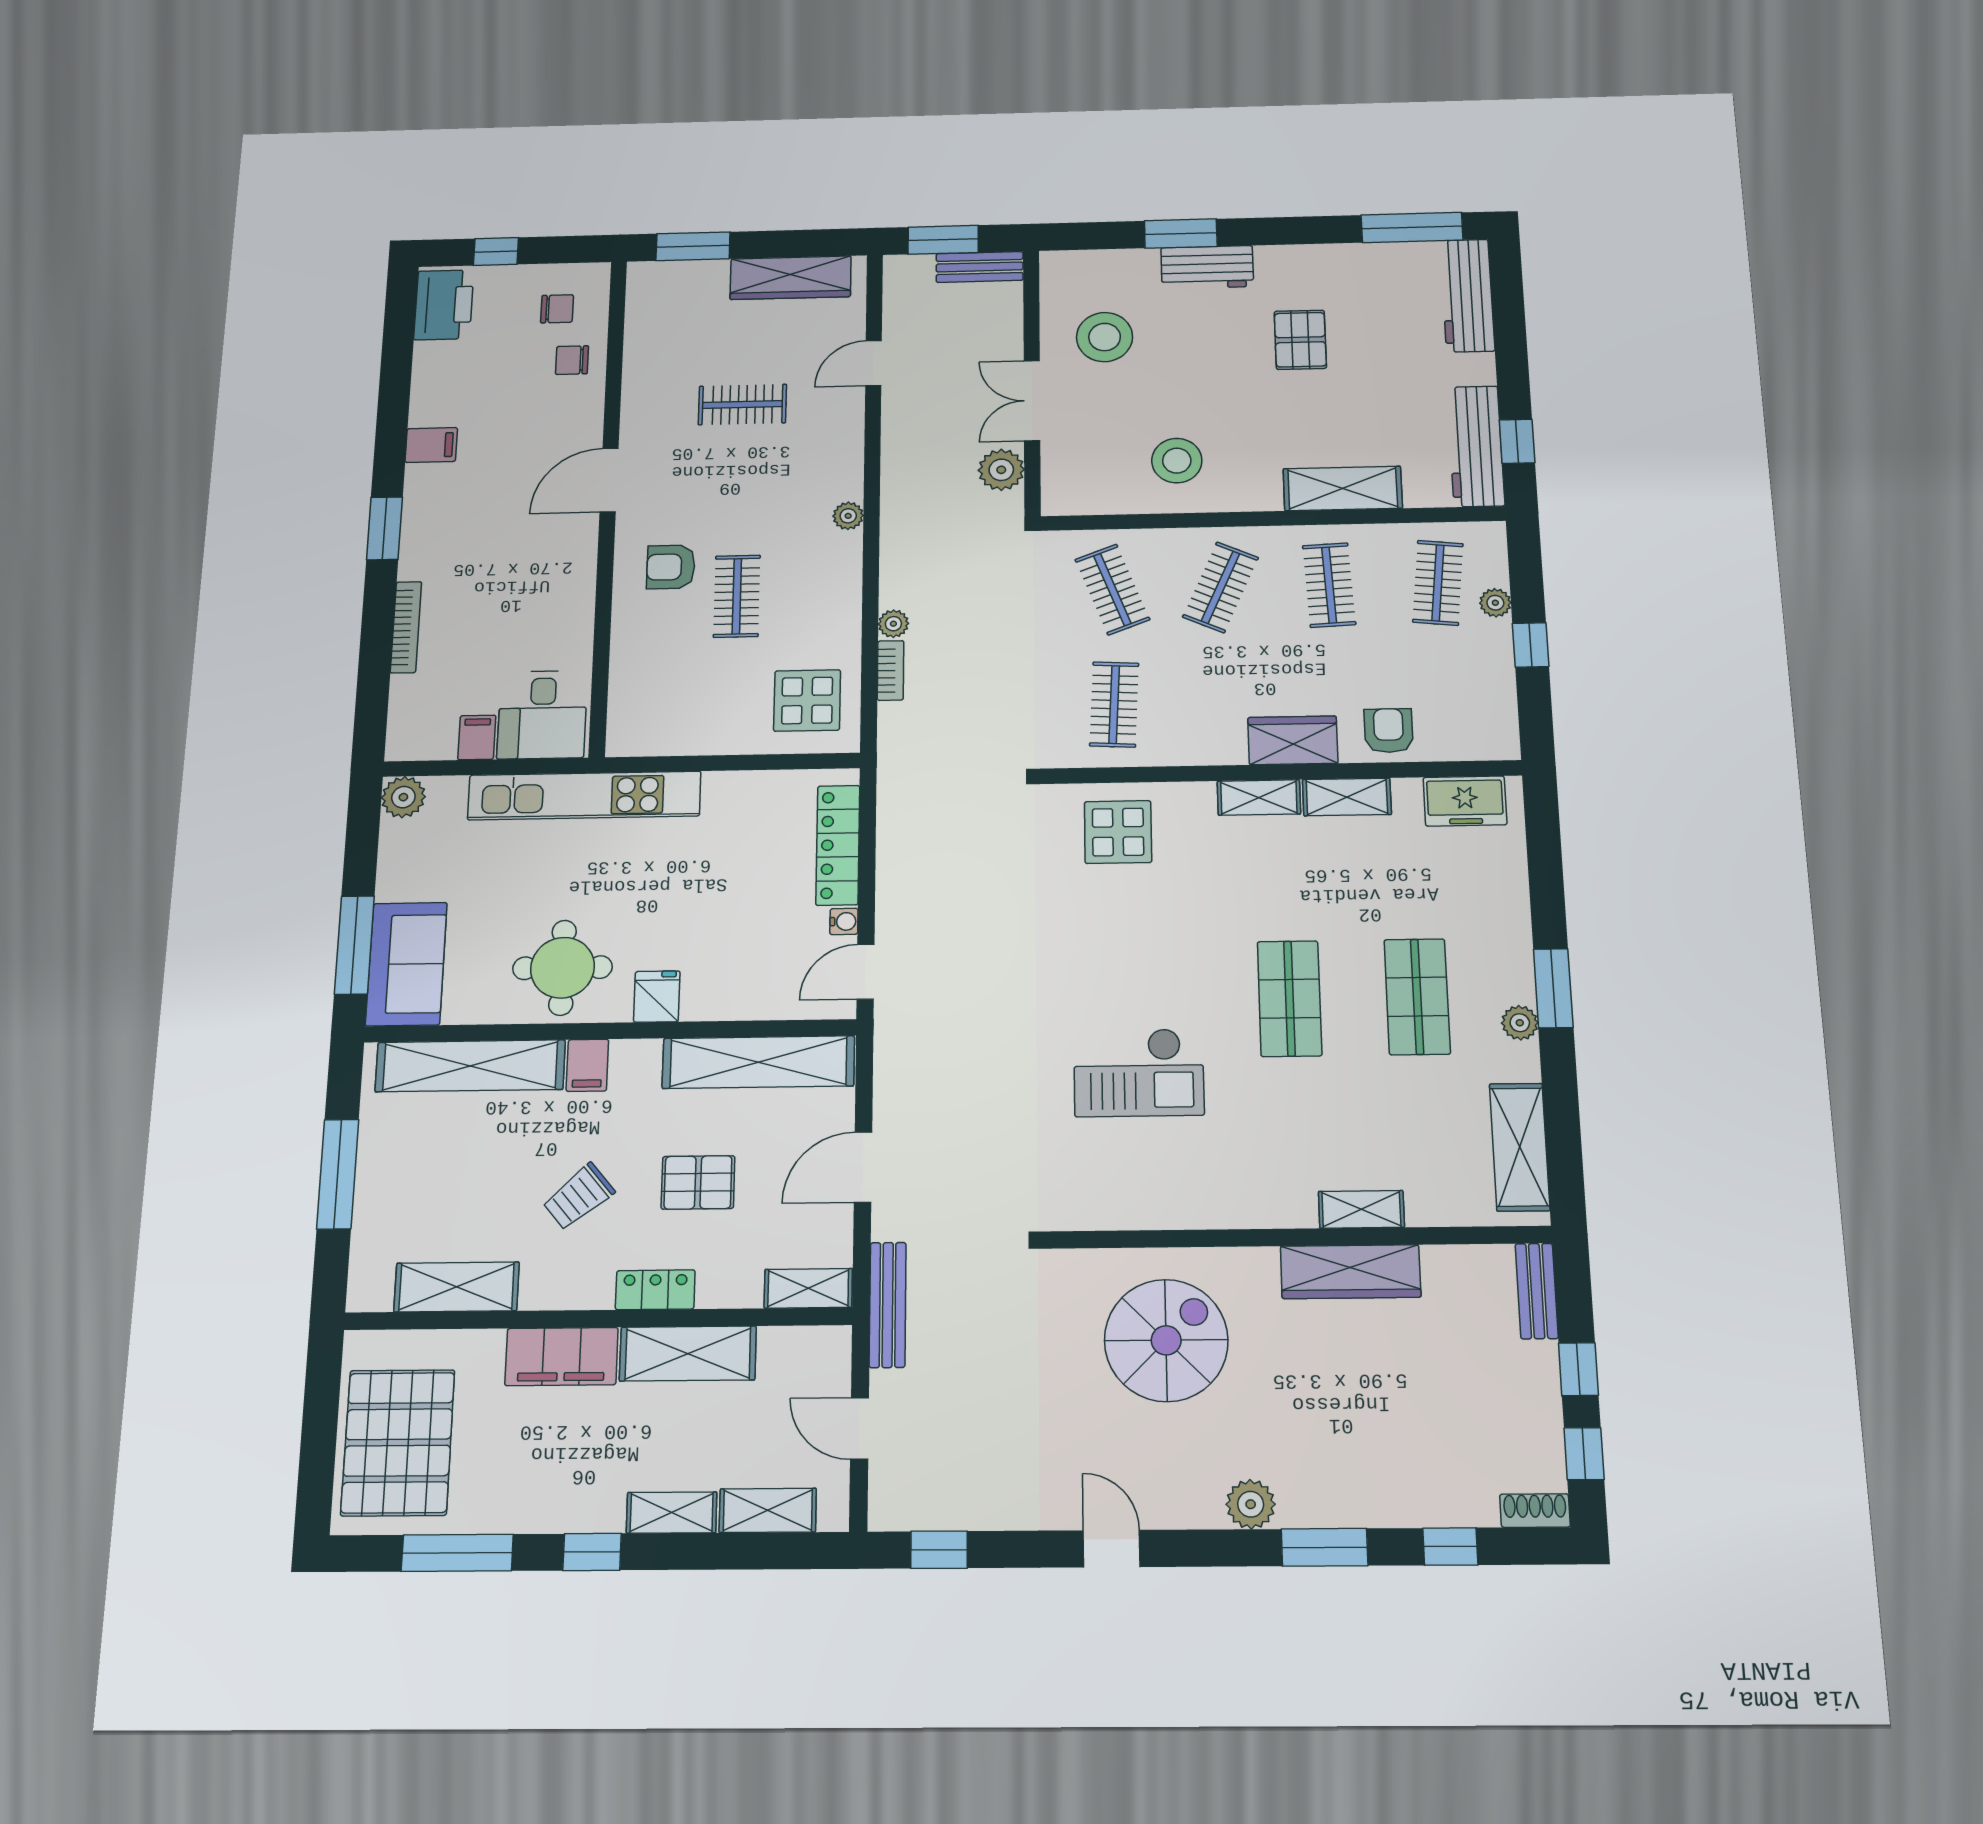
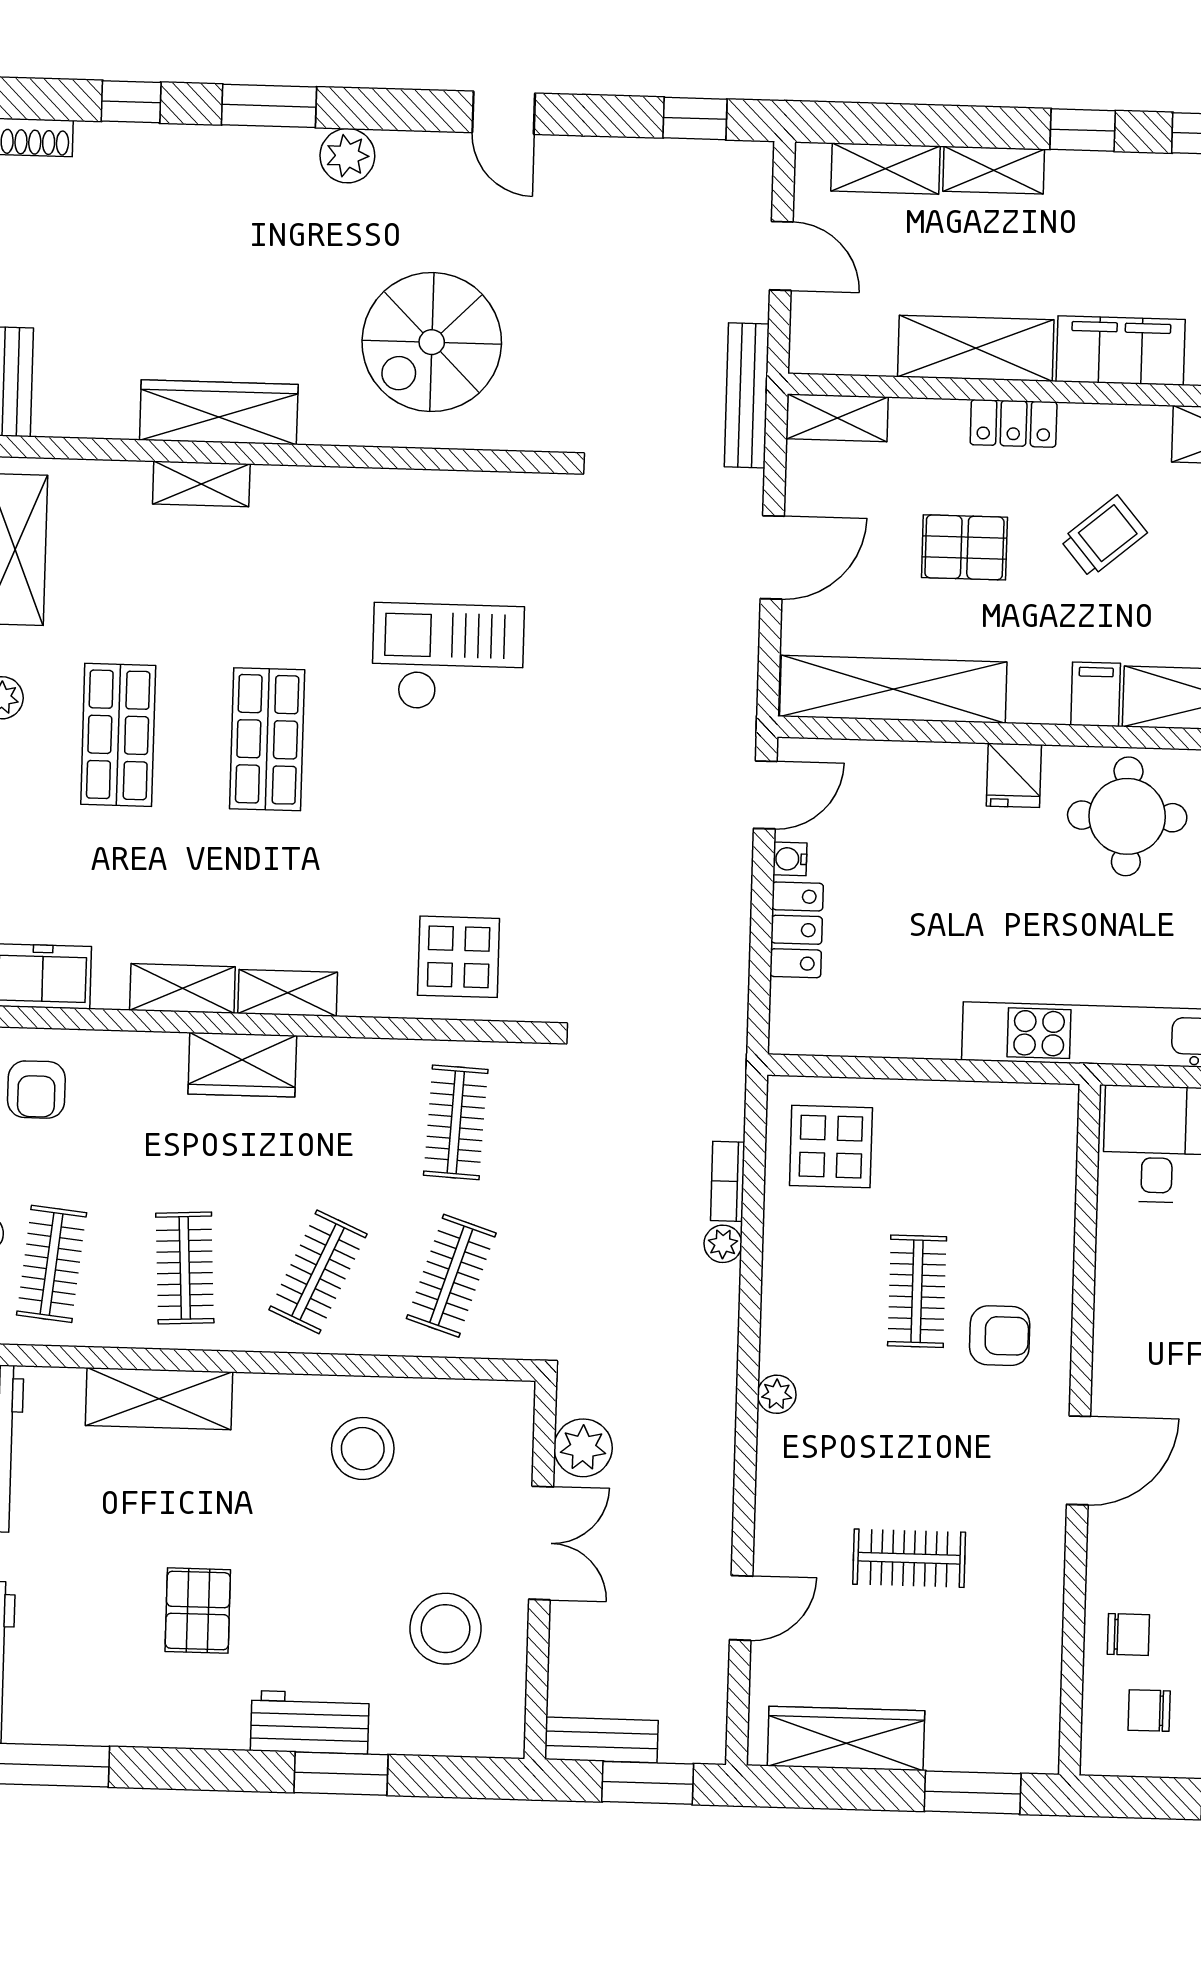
clothes rail: (1112, 590) -> (451, 1276), turned 39
armchair: (1389, 731) -> (36, 1090), moved
locker: (838, 845) -> (797, 930), width x0.66

